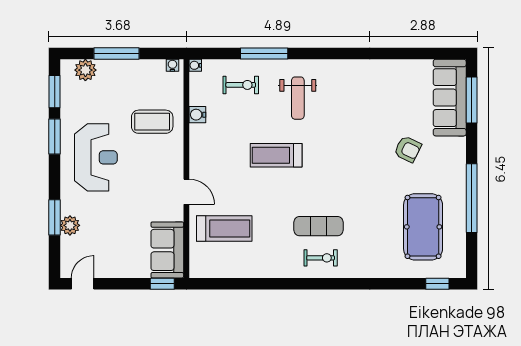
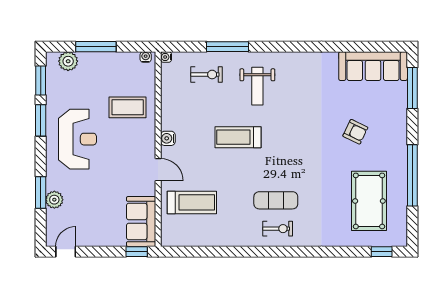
sofa: (450, 98) -> (373, 66), moved, turned -90
water cooler: (197, 115) -> (168, 138), moved

